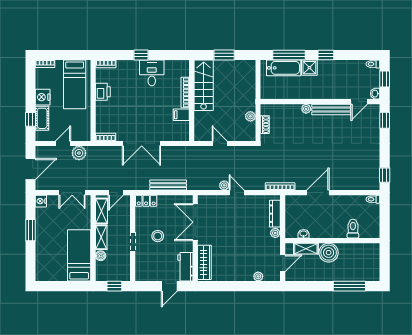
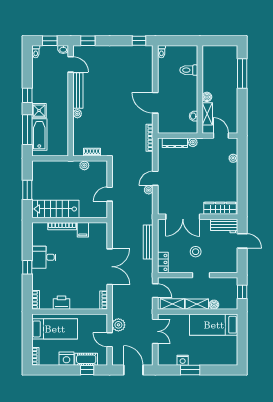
nightstand: (41, 201) -> (183, 360), moved
boiler: (329, 253) -> (207, 97), width x0.54, depth x0.54

